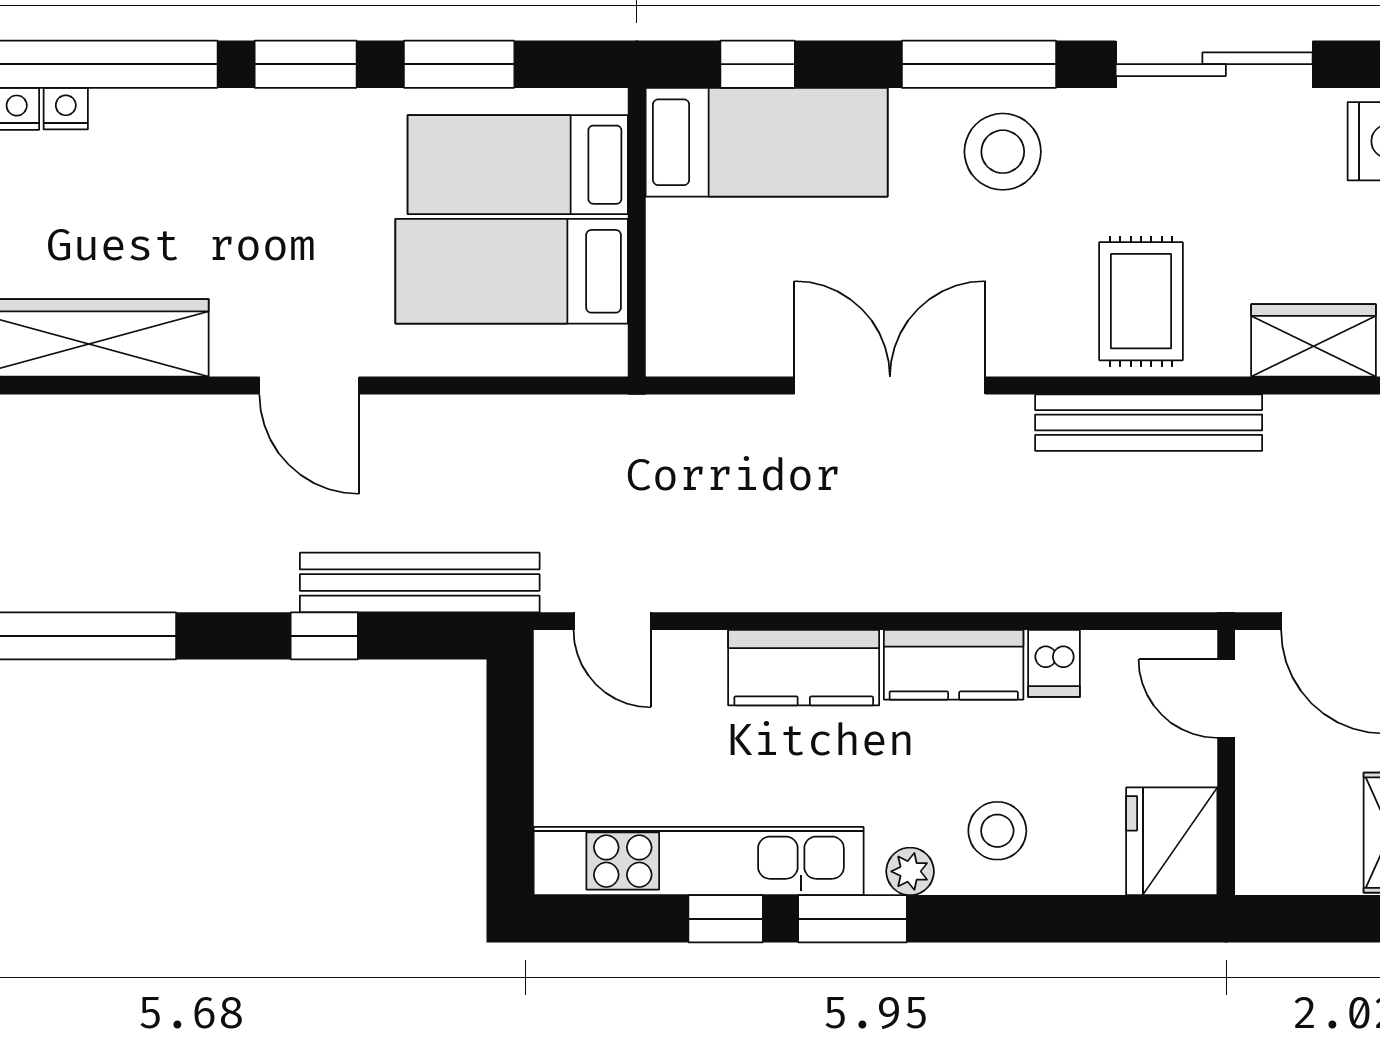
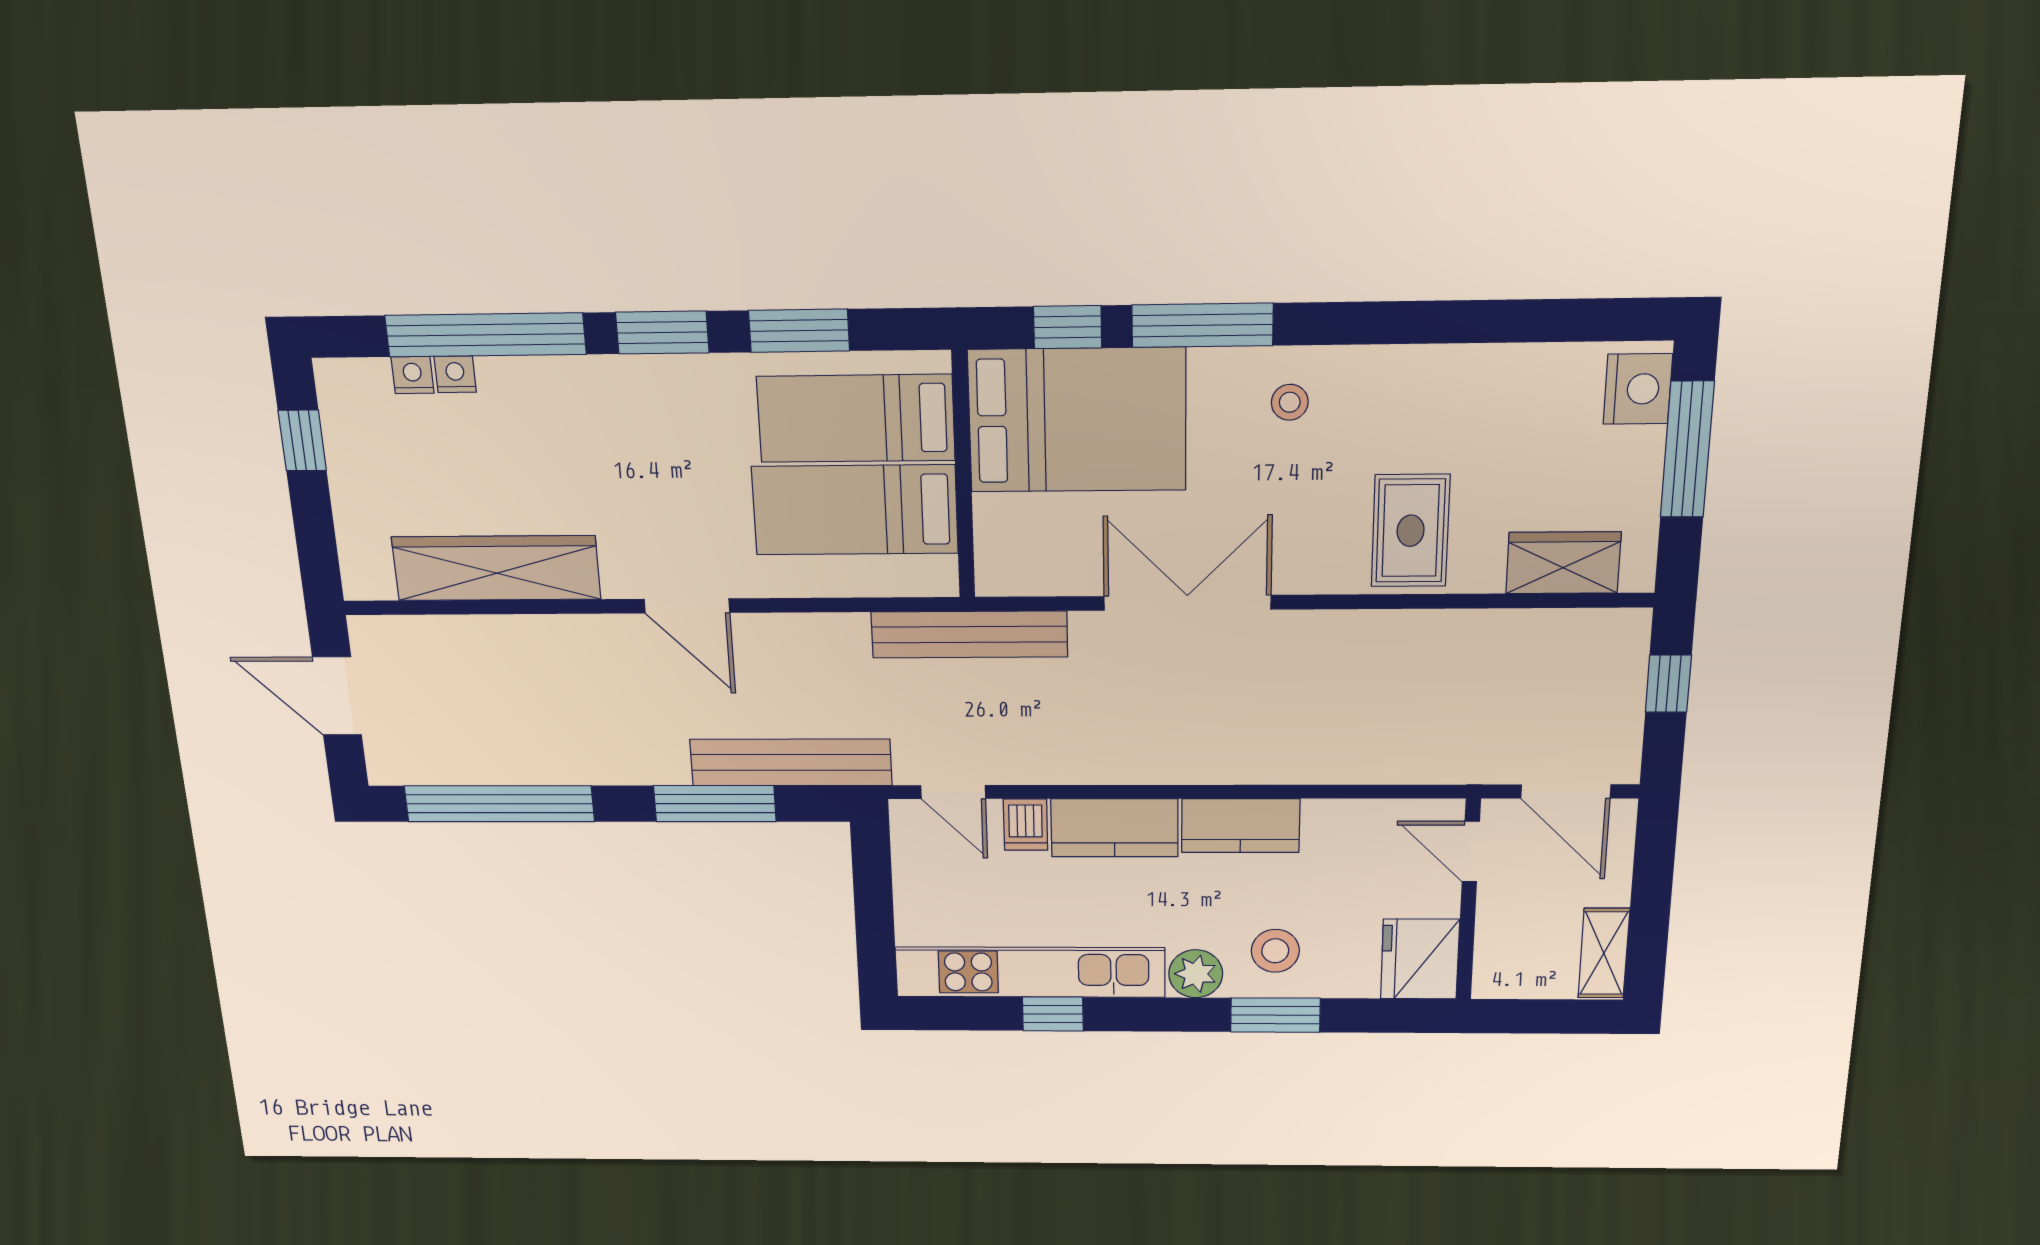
window: (979, 64) -> (1202, 325), moved
sliding door: (1214, 64) -> (1486, 321), removed
bed: (767, 142) -> (1077, 420), width x1.50
stool: (1003, 152) -> (1290, 402), width x0.53, depth x0.53
bench: (1149, 423) -> (969, 634), moved
window: (324, 636) -> (715, 804), width x2.17
dishwasher: (1054, 663) -> (1025, 825), moved
plant: (910, 871) -> (1196, 974), width x1.38, depth x1.38
window: (852, 919) -> (1275, 1015), moved

